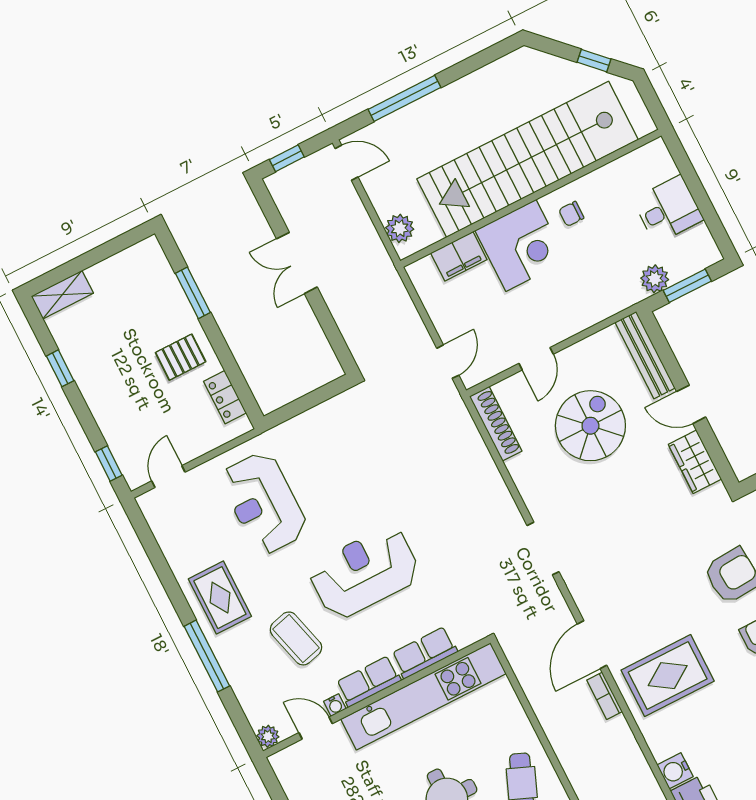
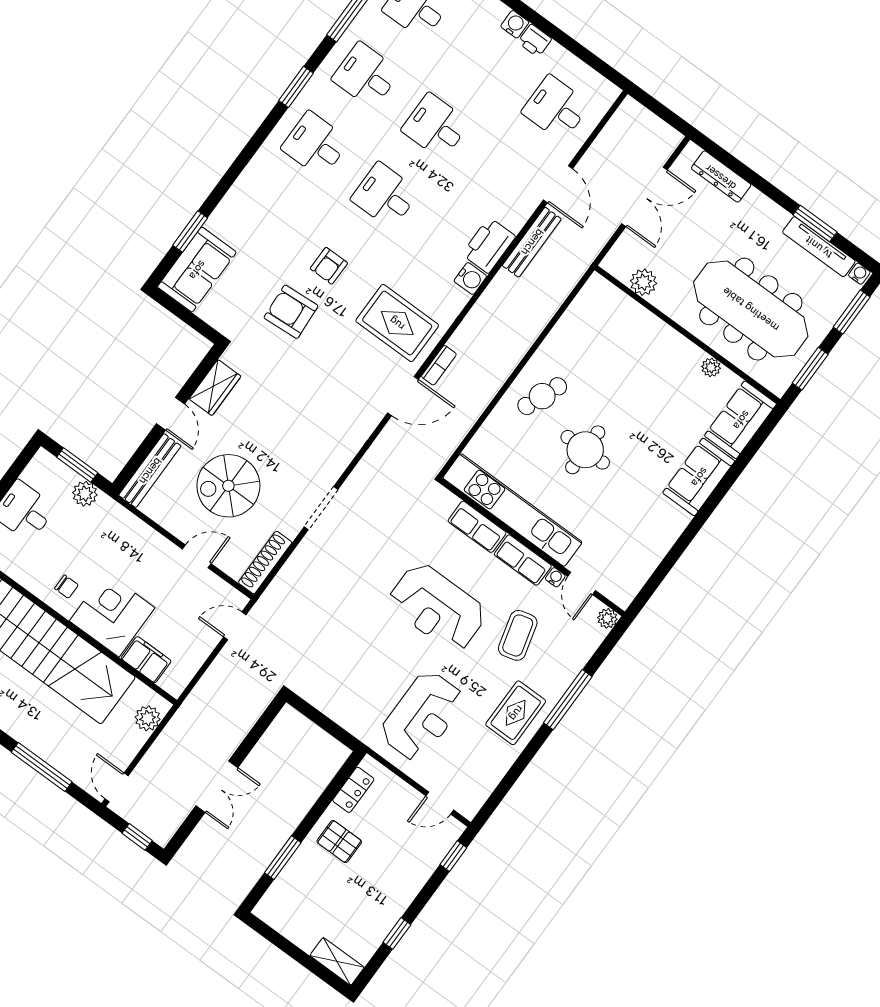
doorway: (543, 549) -> (321, 508), moved

